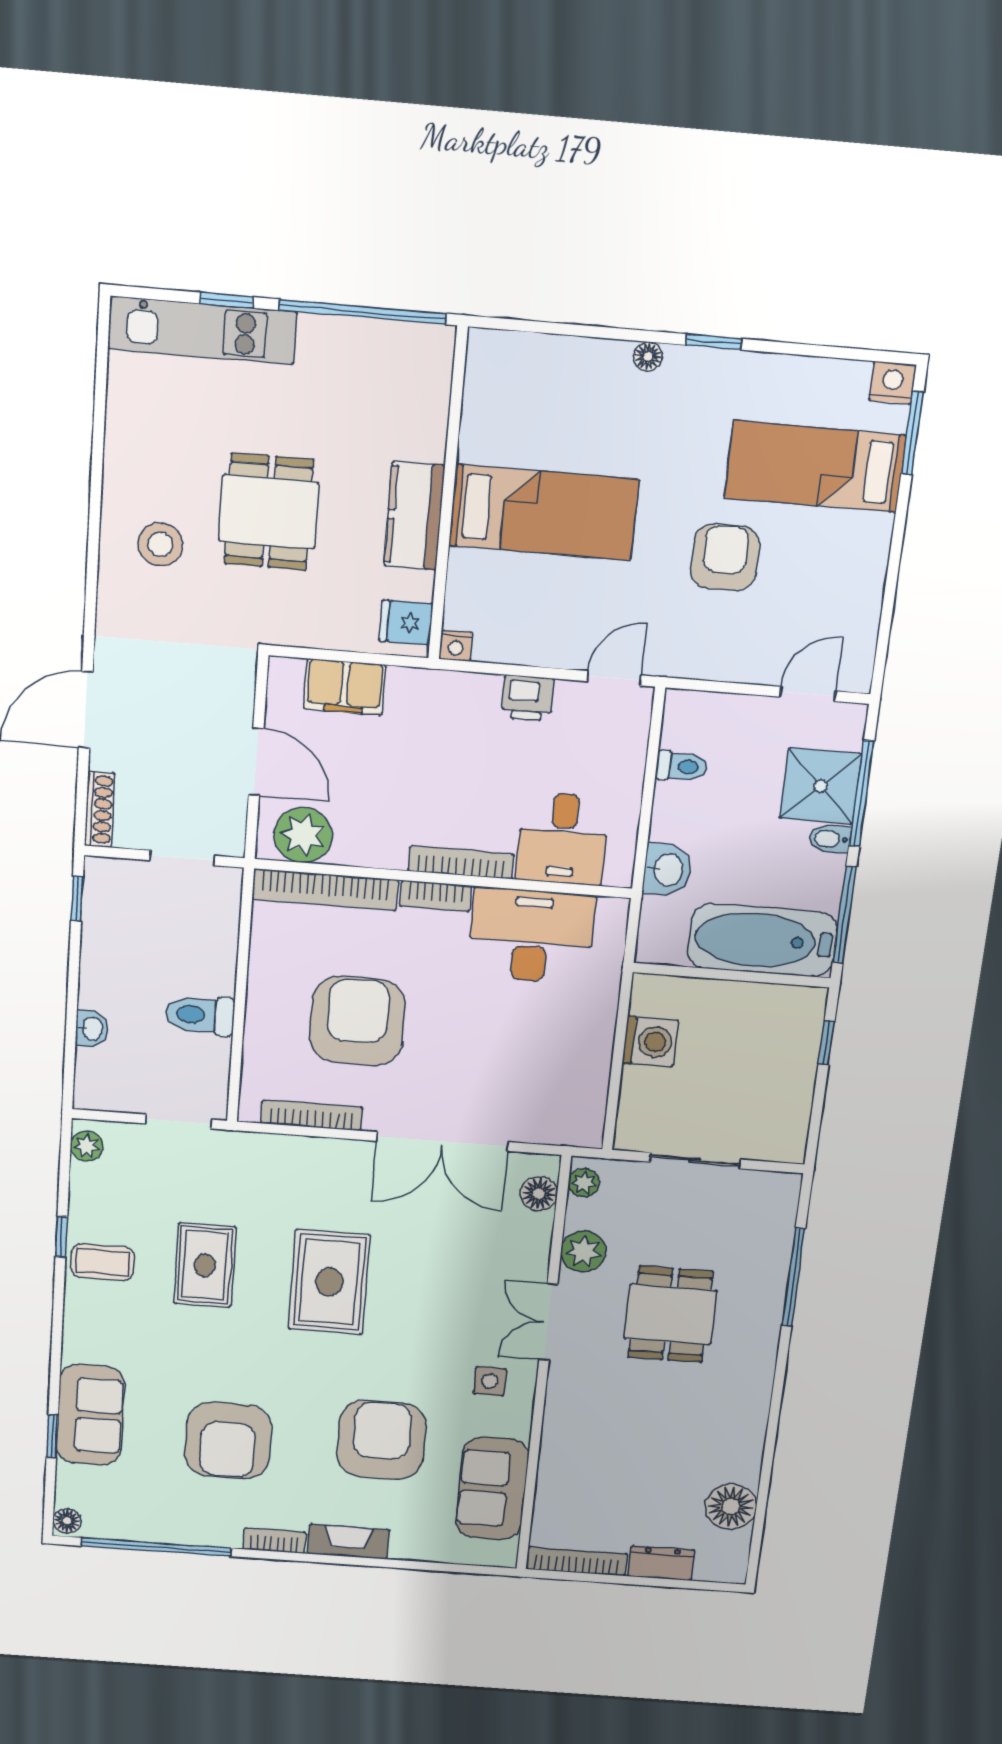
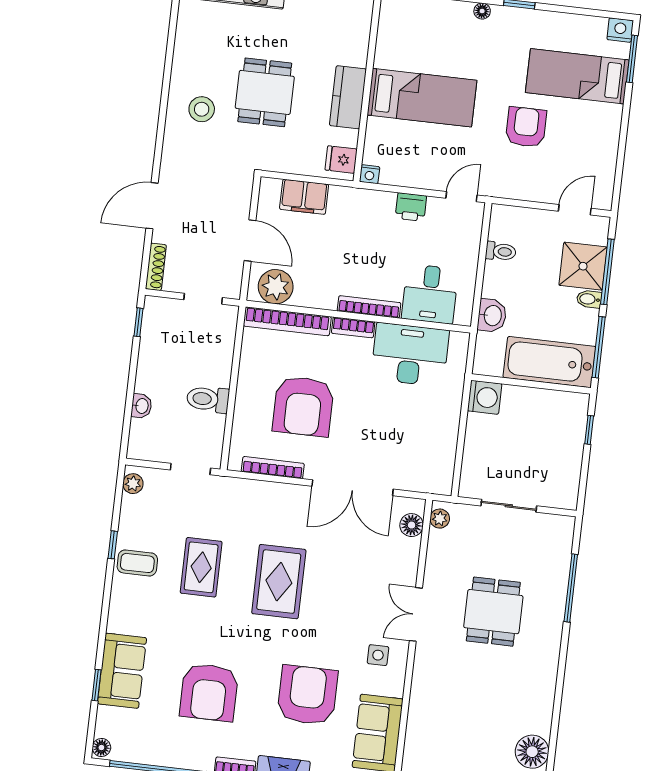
armchair: (357, 1021) -> (303, 406), turned 180
washing machine: (650, 1041) -> (485, 397), moved
plant: (583, 1251) -> (439, 566), removed

